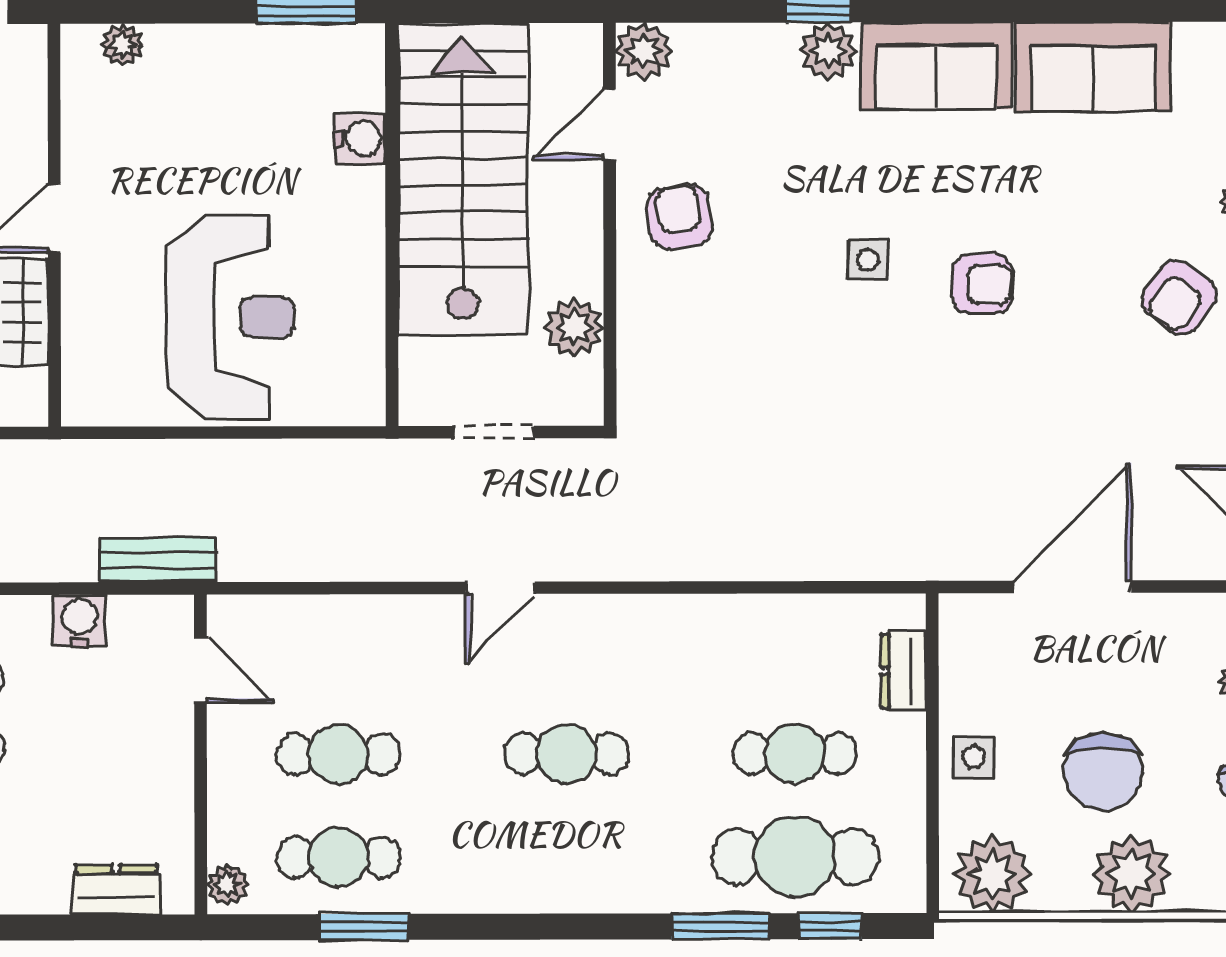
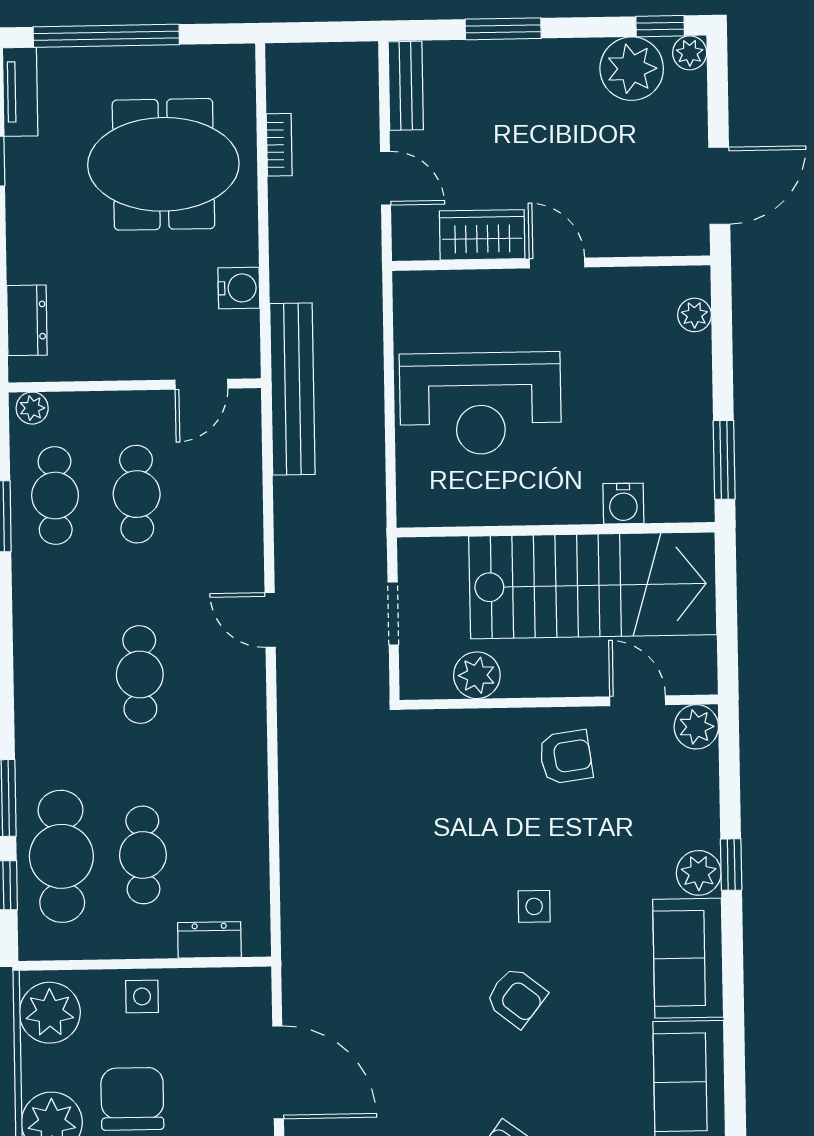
armchair: (982, 284) -> (516, 997), turned -52
bench: (158, 560) -> (292, 389), width x1.86, depth x1.21
chair: (1103, 772) -> (132, 1099), turned 90

